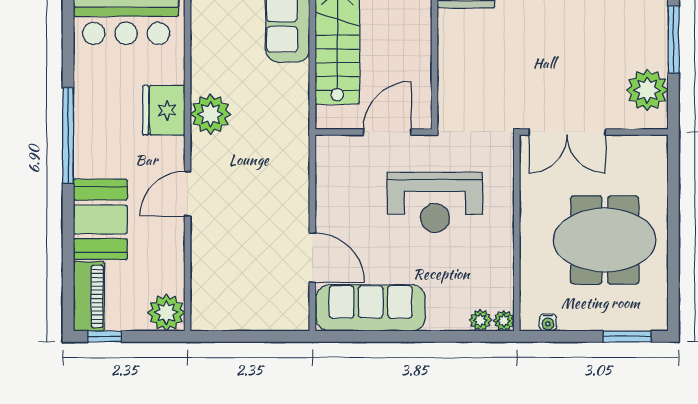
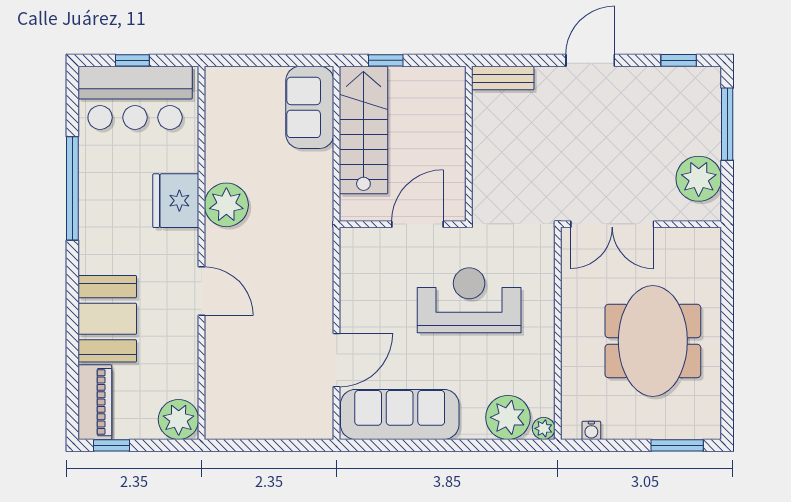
window: (68, 135) -> (72, 188), moved
door: (188, 194) -> (202, 291), swing flipped
reception desk: (435, 202) -> (469, 300), turned 180
meeting table: (605, 240) -> (653, 341), turned 90
door: (312, 258) -> (337, 360), hinge flipped
plant: (480, 320) -> (508, 417), width x1.88, depth x1.88

